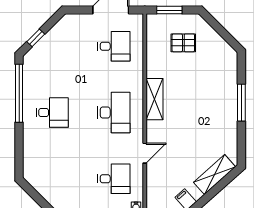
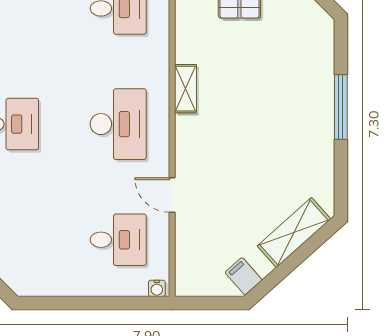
shelving: (155, 99) -> (186, 89), width x0.67, depth x0.75
door: (145, 153) -> (172, 195), swing flipped

